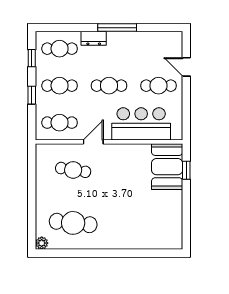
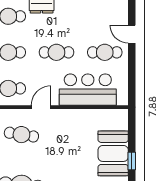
booth: (167, 167) -> (113, 153), moved
window: (186, 170) -> (132, 161), moved

